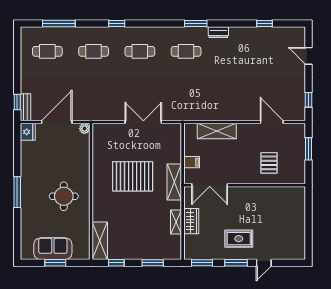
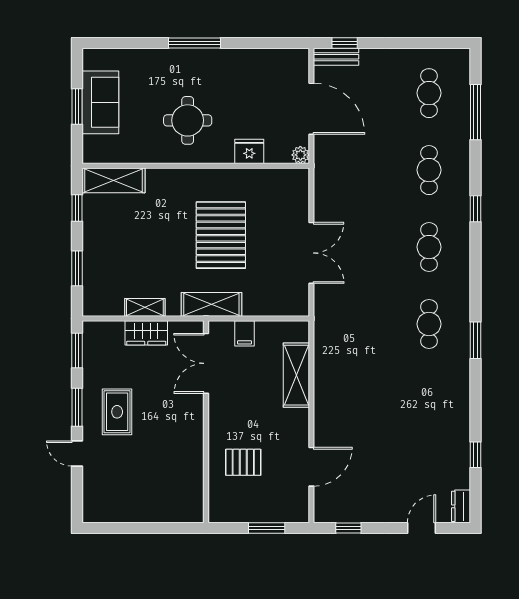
dresser: (218, 32) -> (461, 506), moved
fridge: (28, 132) -> (249, 151), moved, turned 180

